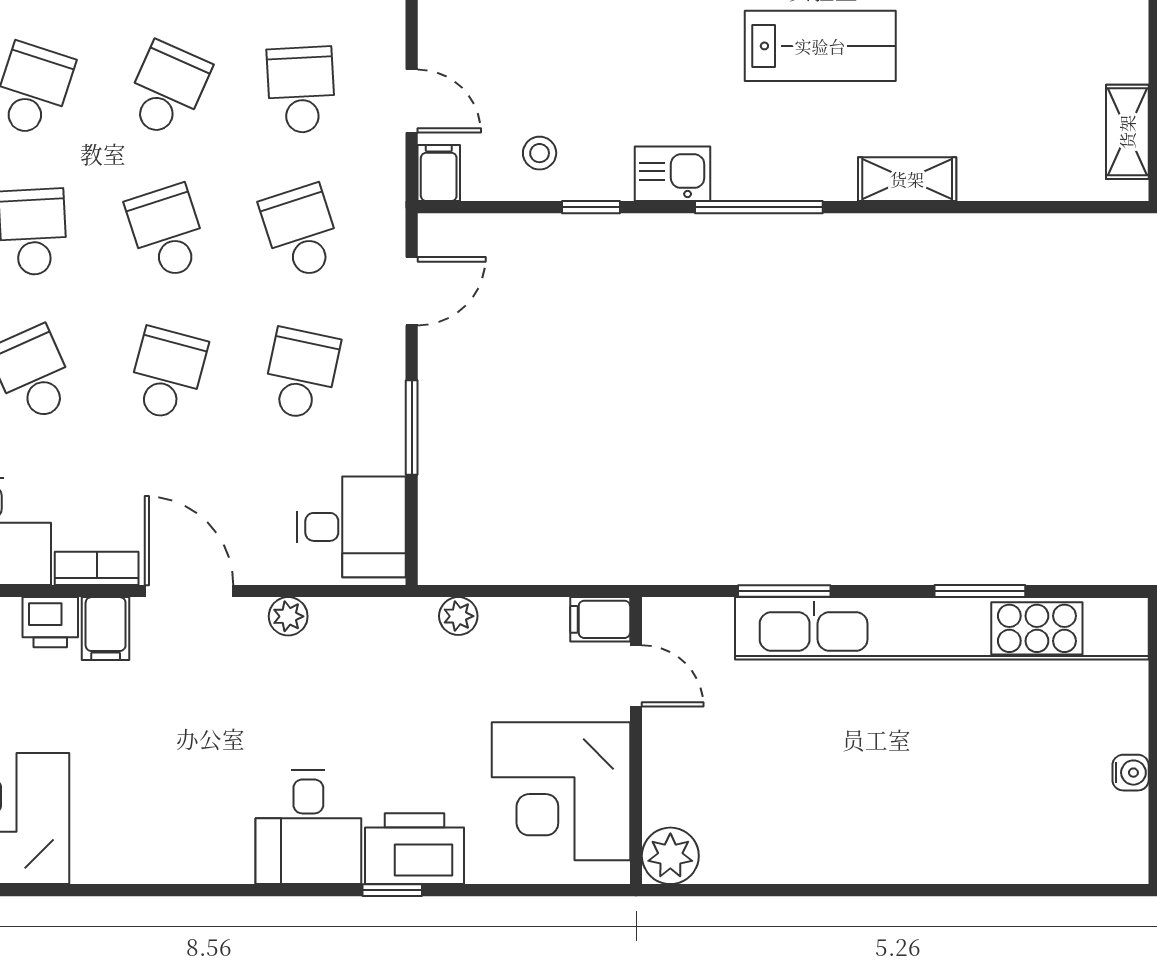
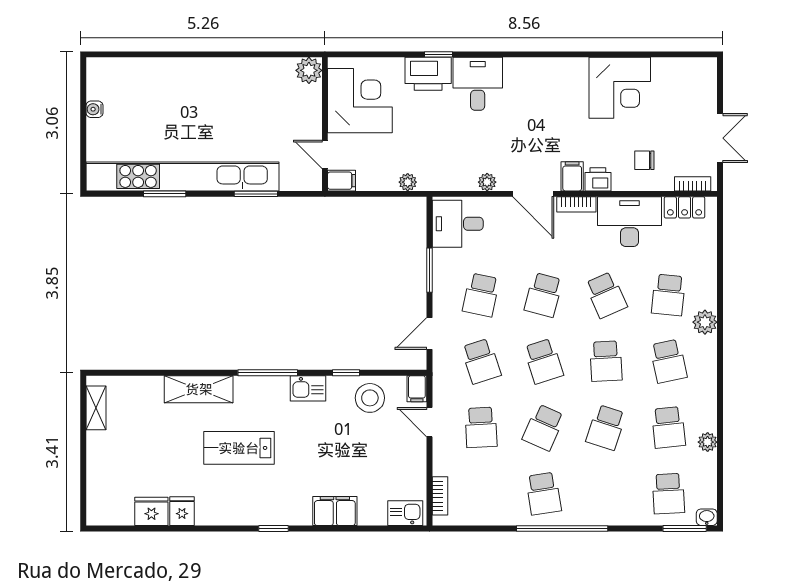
stool: (540, 153) -> (370, 398), width x1.89, depth x1.89
shelving: (907, 179) -> (199, 389), width x1.50, depth x1.33

